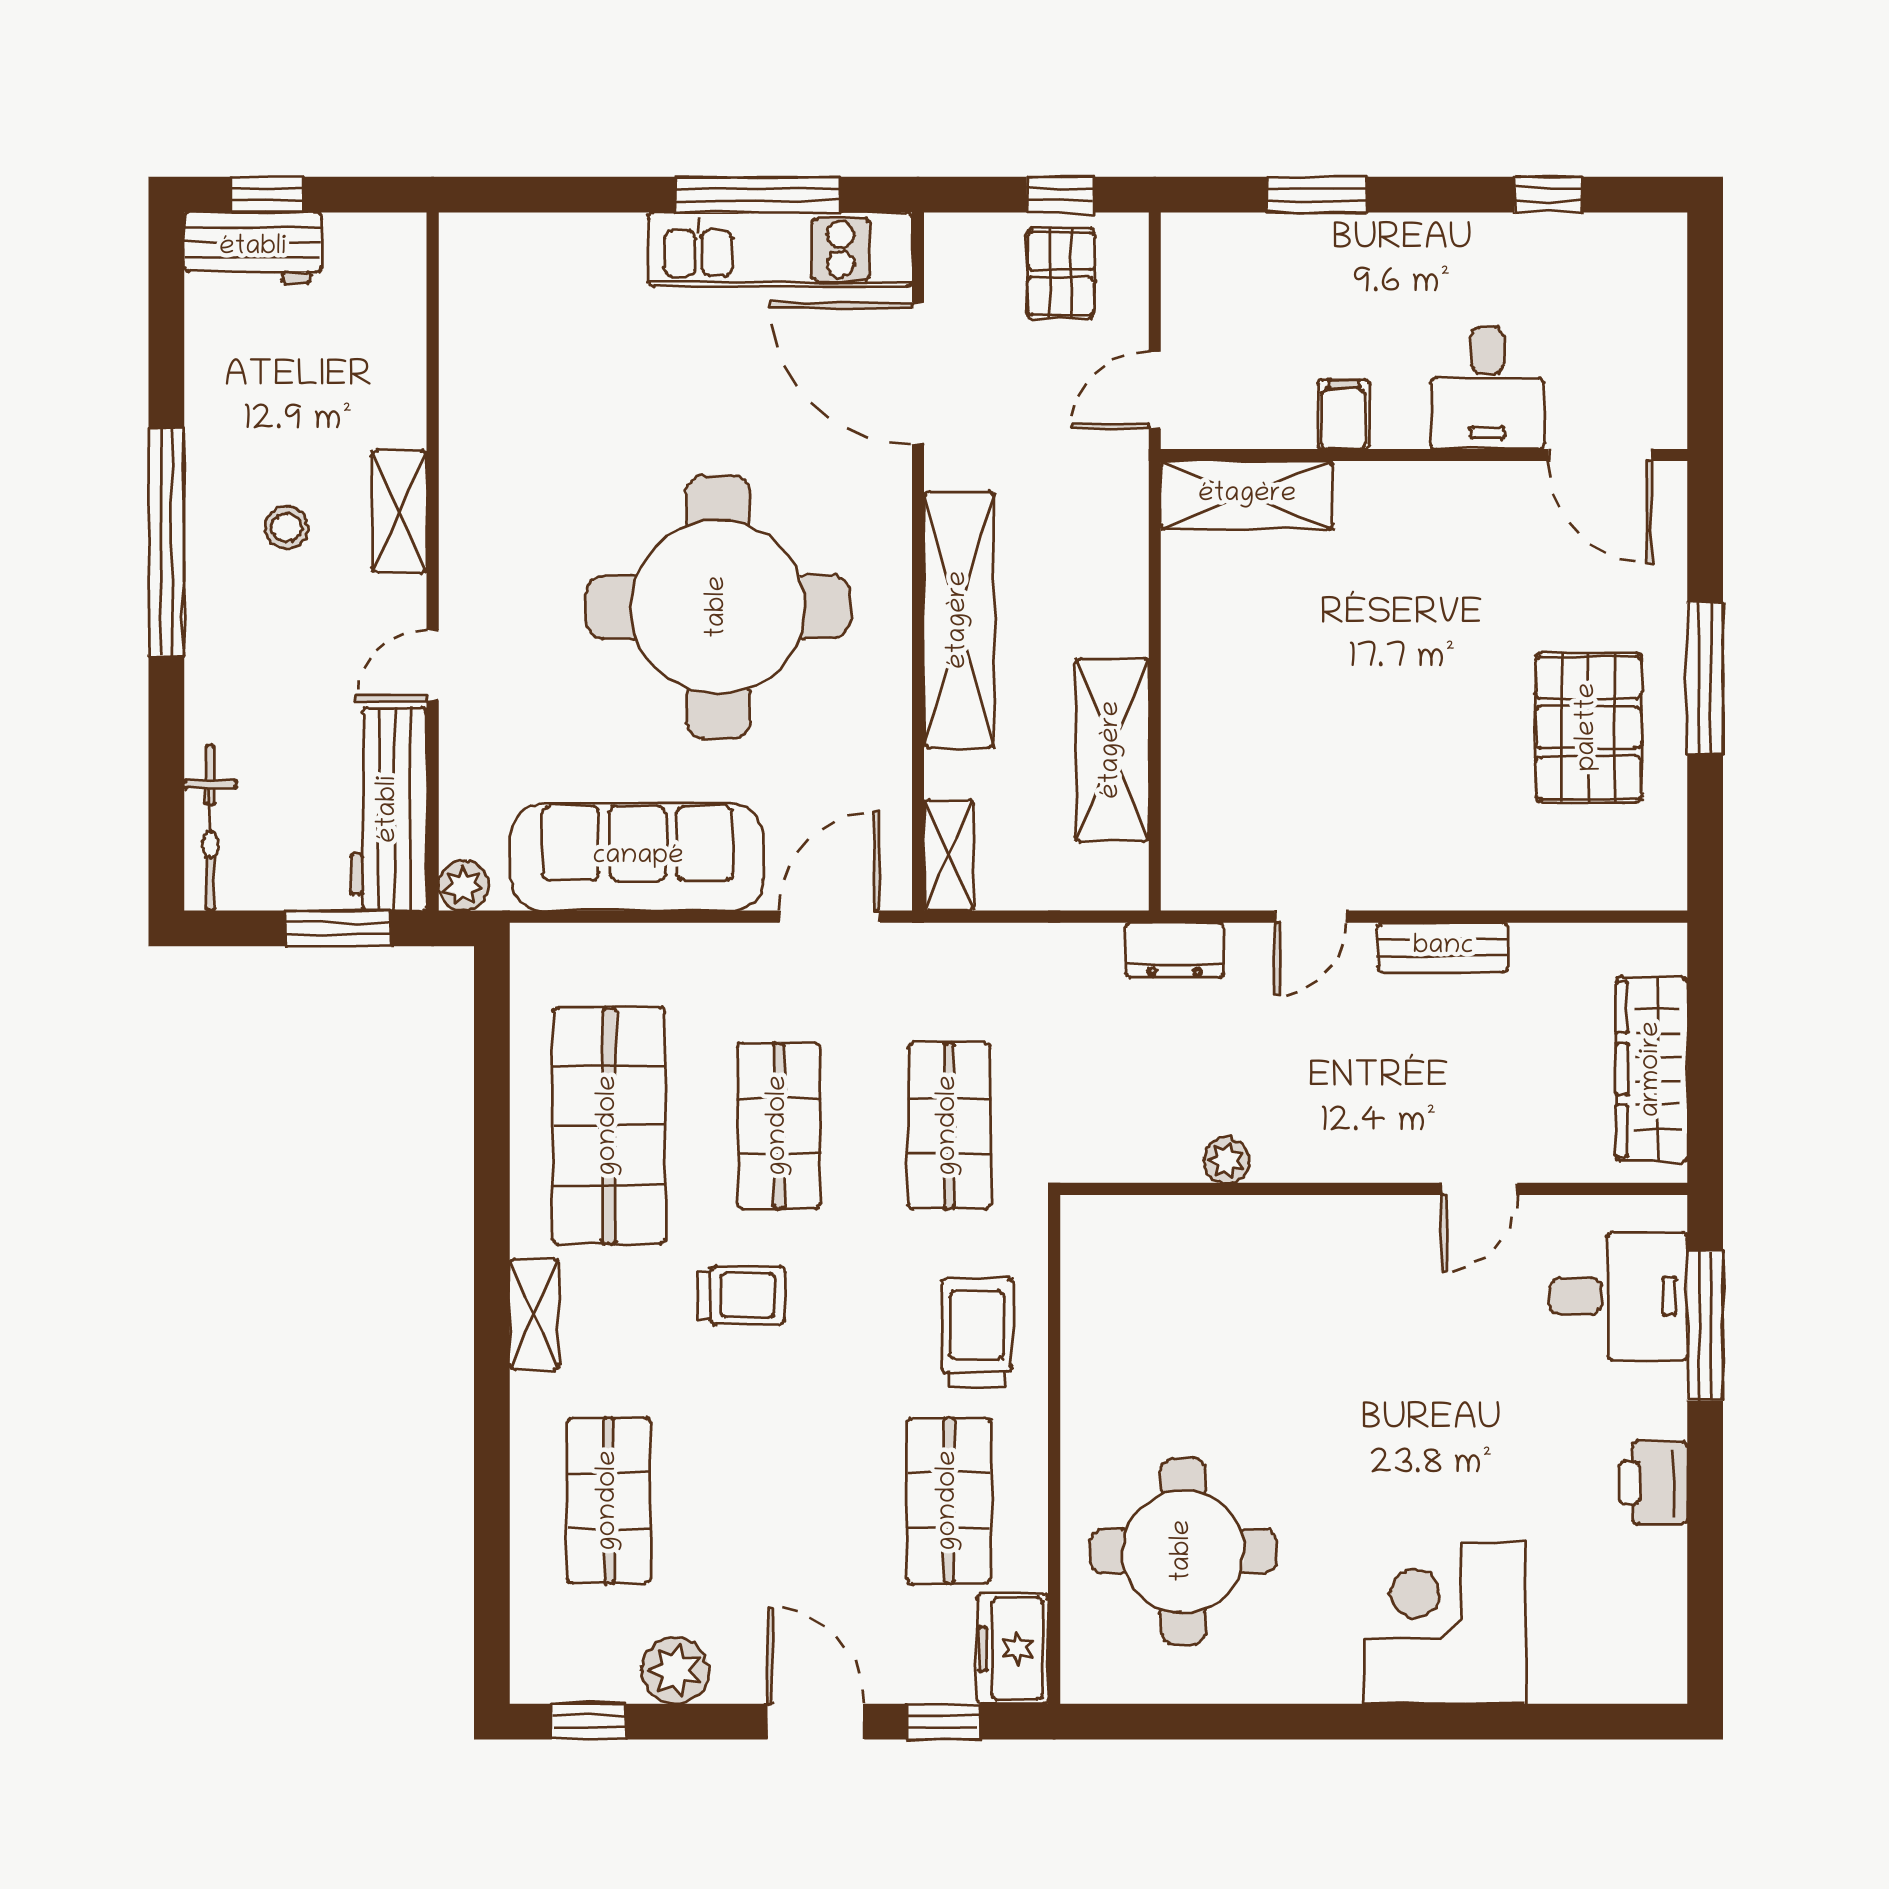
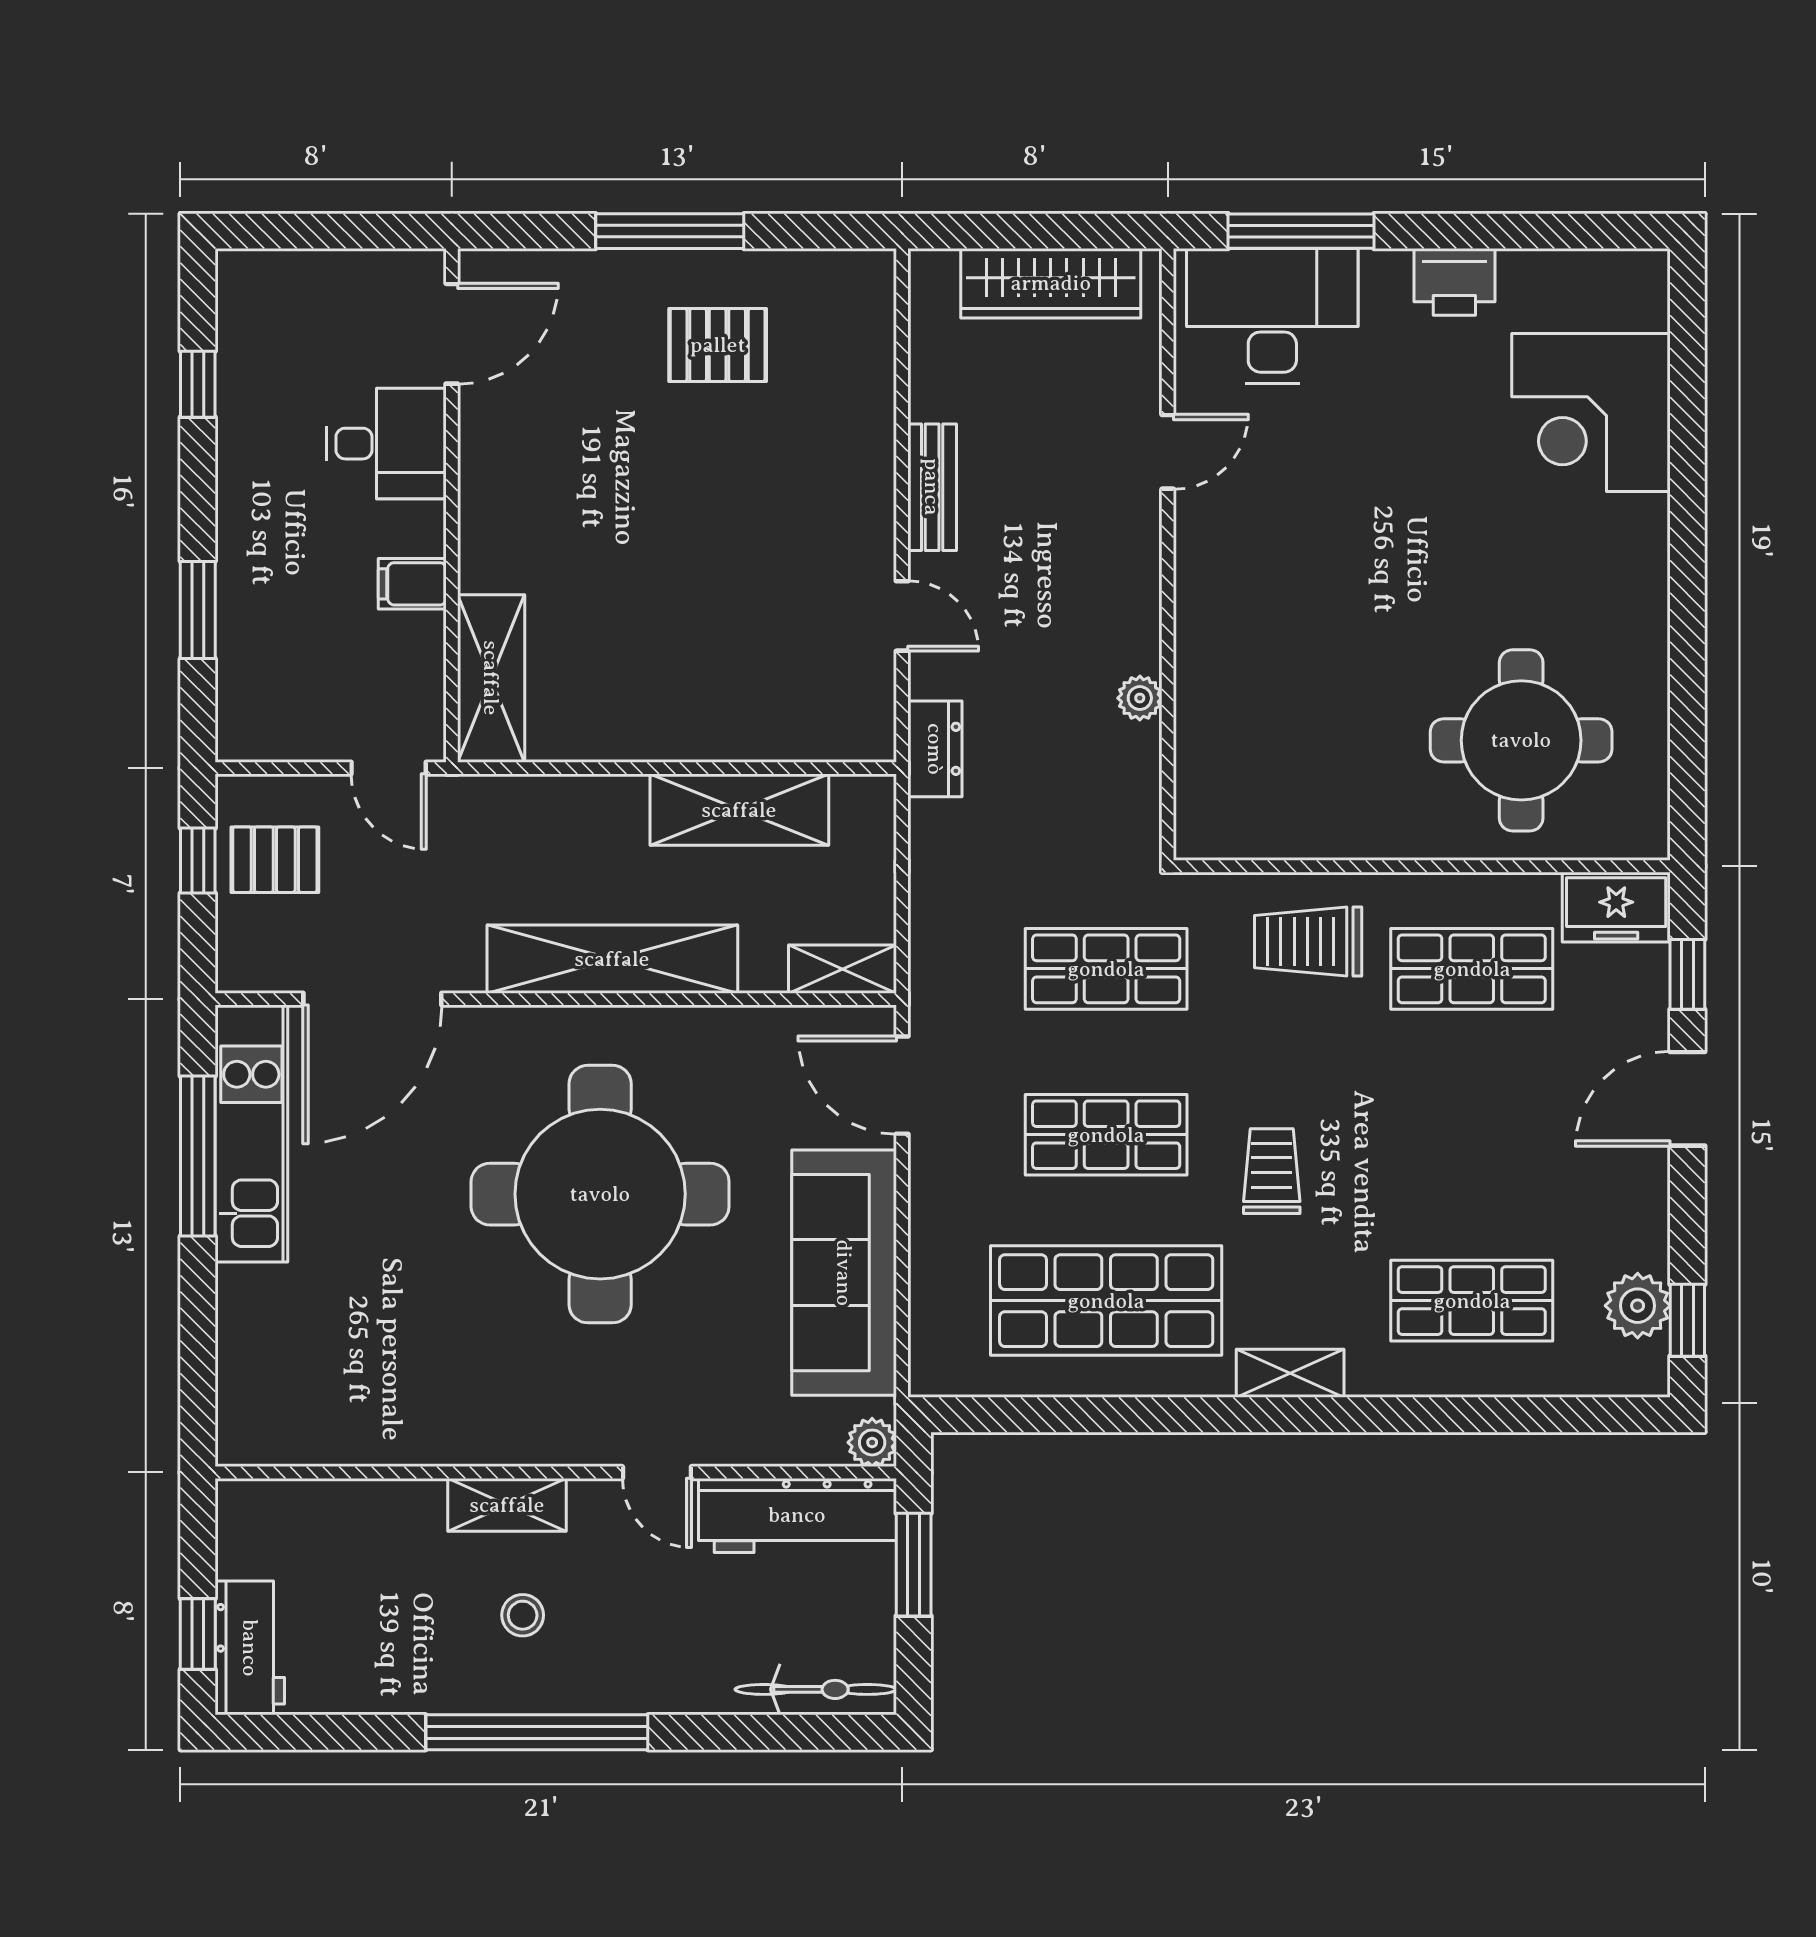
pallet: (1588, 727) -> (718, 345), width x0.67, depth x0.71
door: (1479, 1189) -> (1168, 452), hinge flipped
desk: (1618, 1296) -> (1272, 316), width x1.37
corner desk: (1444, 1623) -> (1591, 413), moved
plant: (675, 1671) -> (1638, 1306), moved

